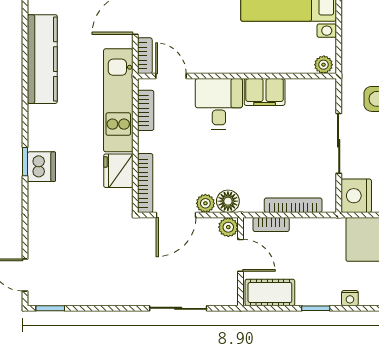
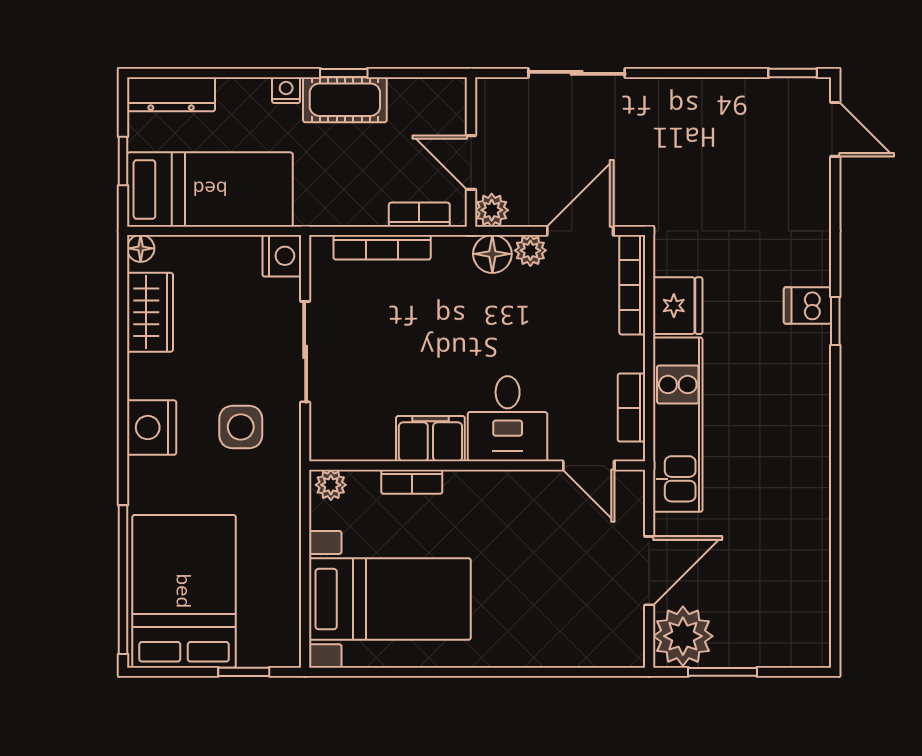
bookcase: (145, 56) -> (412, 482), moved, turned -90
kitchen counter: (42, 59) -> (806, 494), removed
dishwasher: (41, 167) -> (808, 305), width x0.73
nightstand: (356, 196) -> (282, 256), width x0.74, depth x0.75
cot: (270, 292) -> (345, 100), moved

